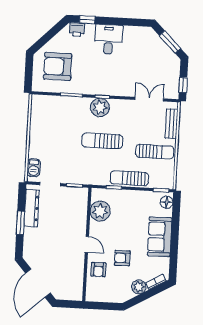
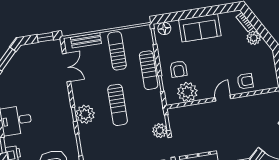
double door: (149, 99) -> (66, 67), swing flipped
plant: (69, 176) -> (160, 131), added
armchair: (122, 258) -> (179, 69), moved

